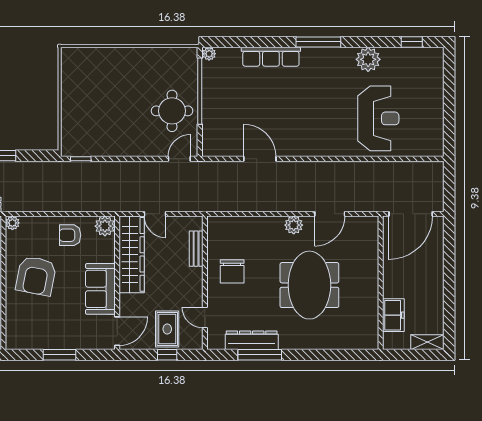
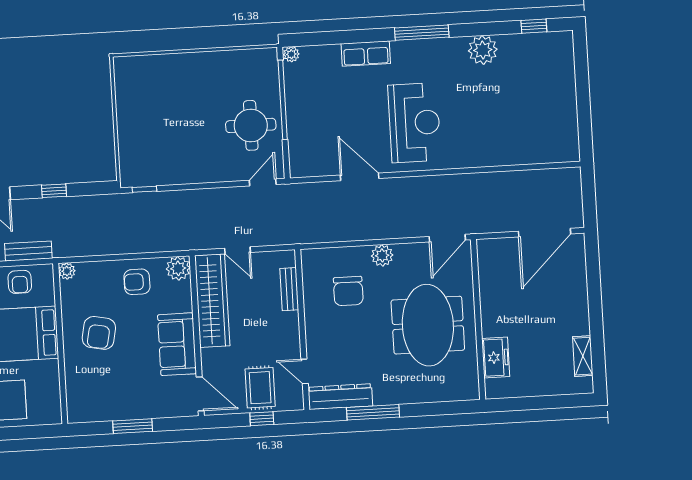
row of seats: (271, 57) -> (366, 54), width x0.68
reception desk: (378, 118) -> (414, 123), moved
plant: (294, 225) -> (382, 255), moved
chair: (232, 271) -> (348, 291), moved
armchair: (36, 276) -> (99, 333), width x0.73, depth x0.73
wall: (381, 283) -> (478, 319), moved
freezer: (393, 315) -> (496, 358), moved
door: (117, 331) -> (200, 394), hinge flipped
dresser: (252, 340) -> (340, 397), moved
shelving: (427, 342) -> (583, 356), moved, turned 90

